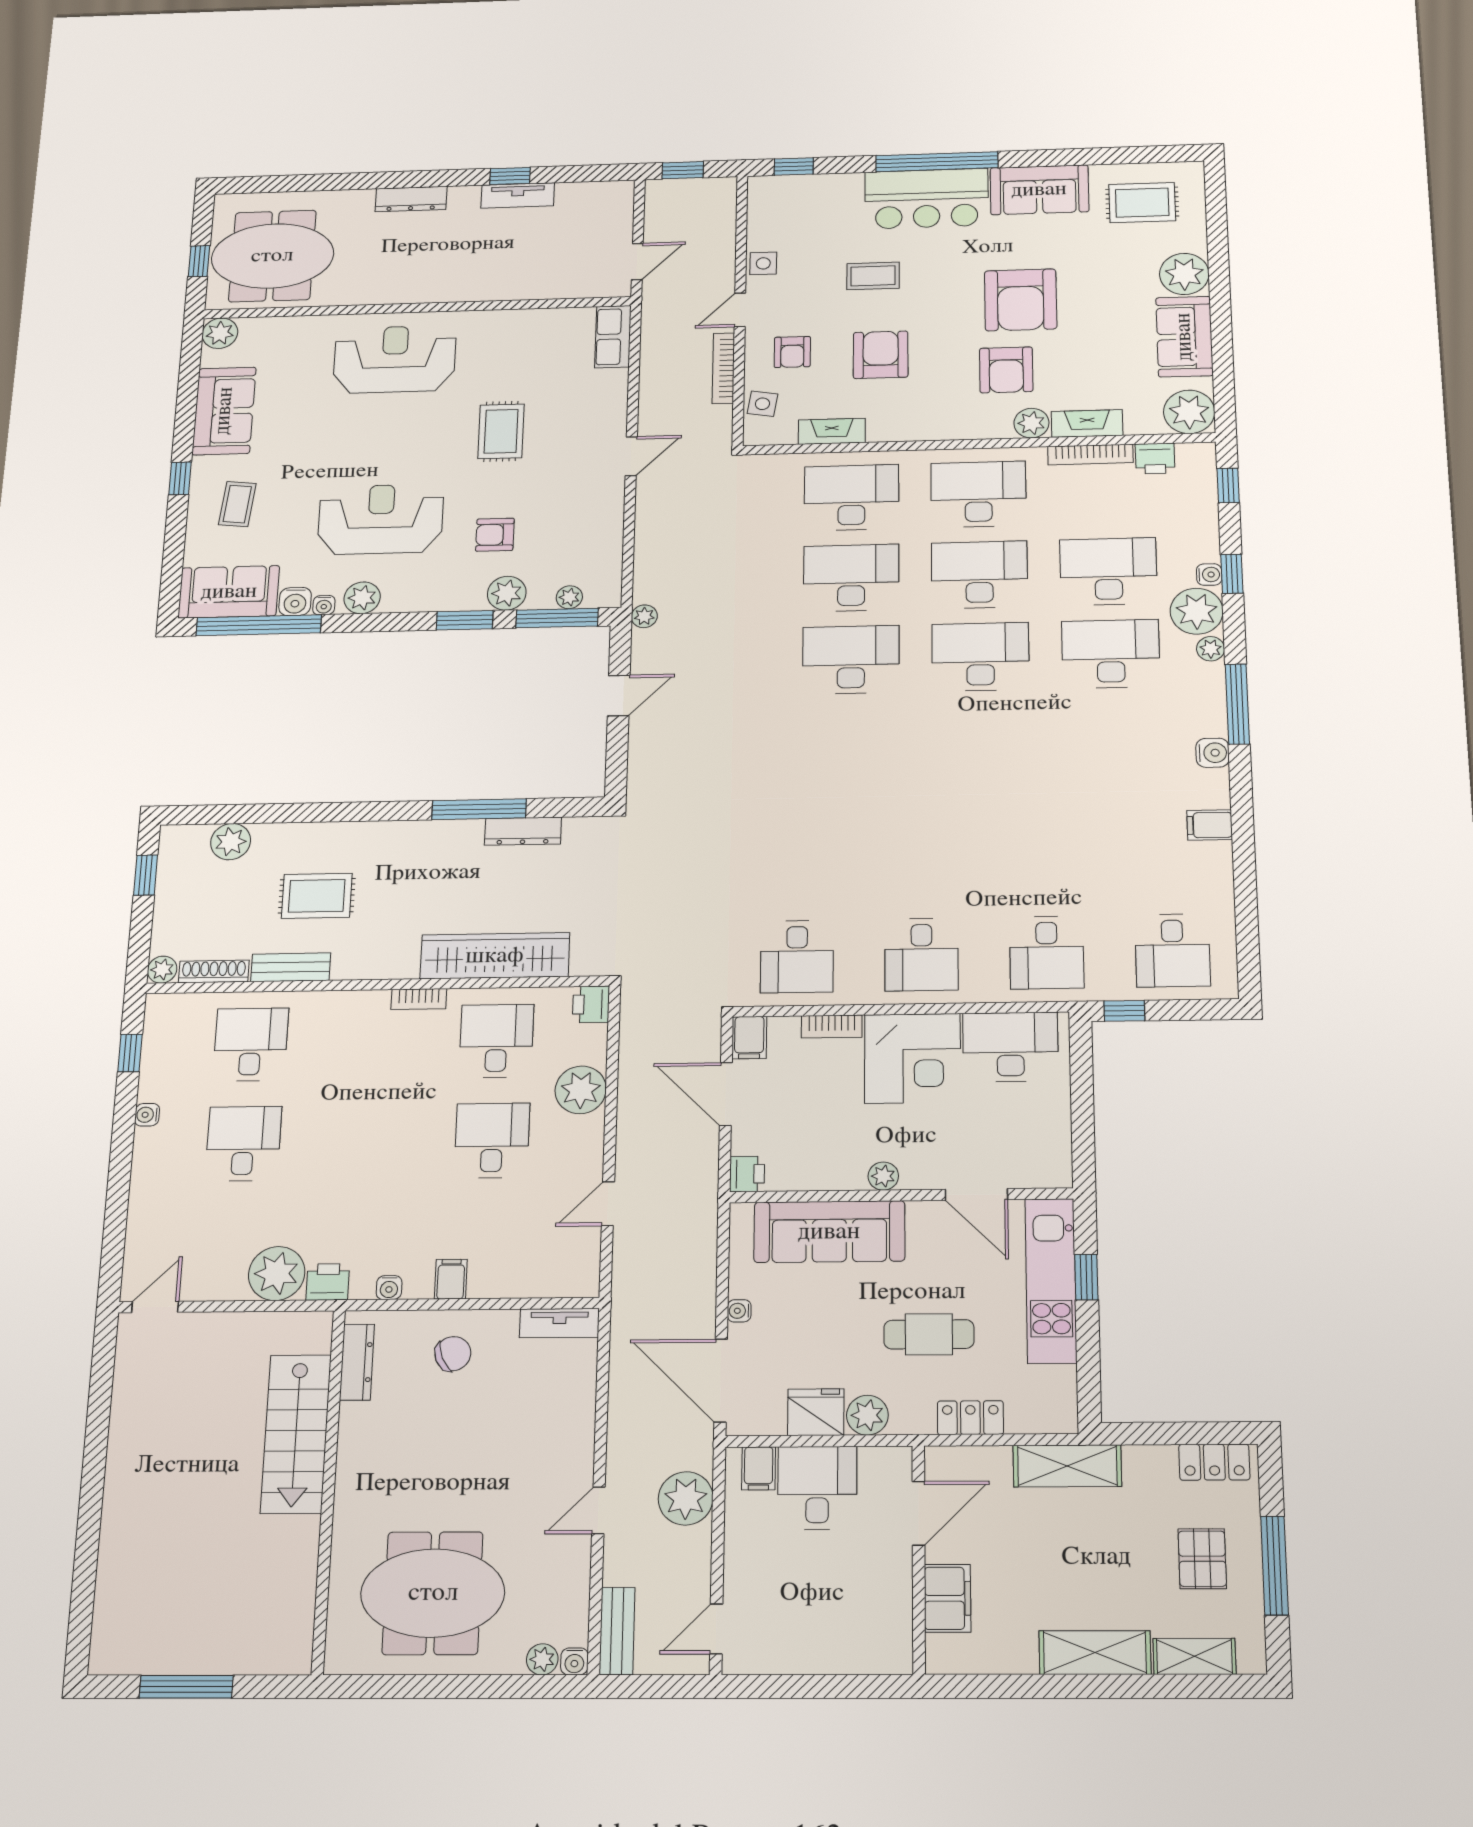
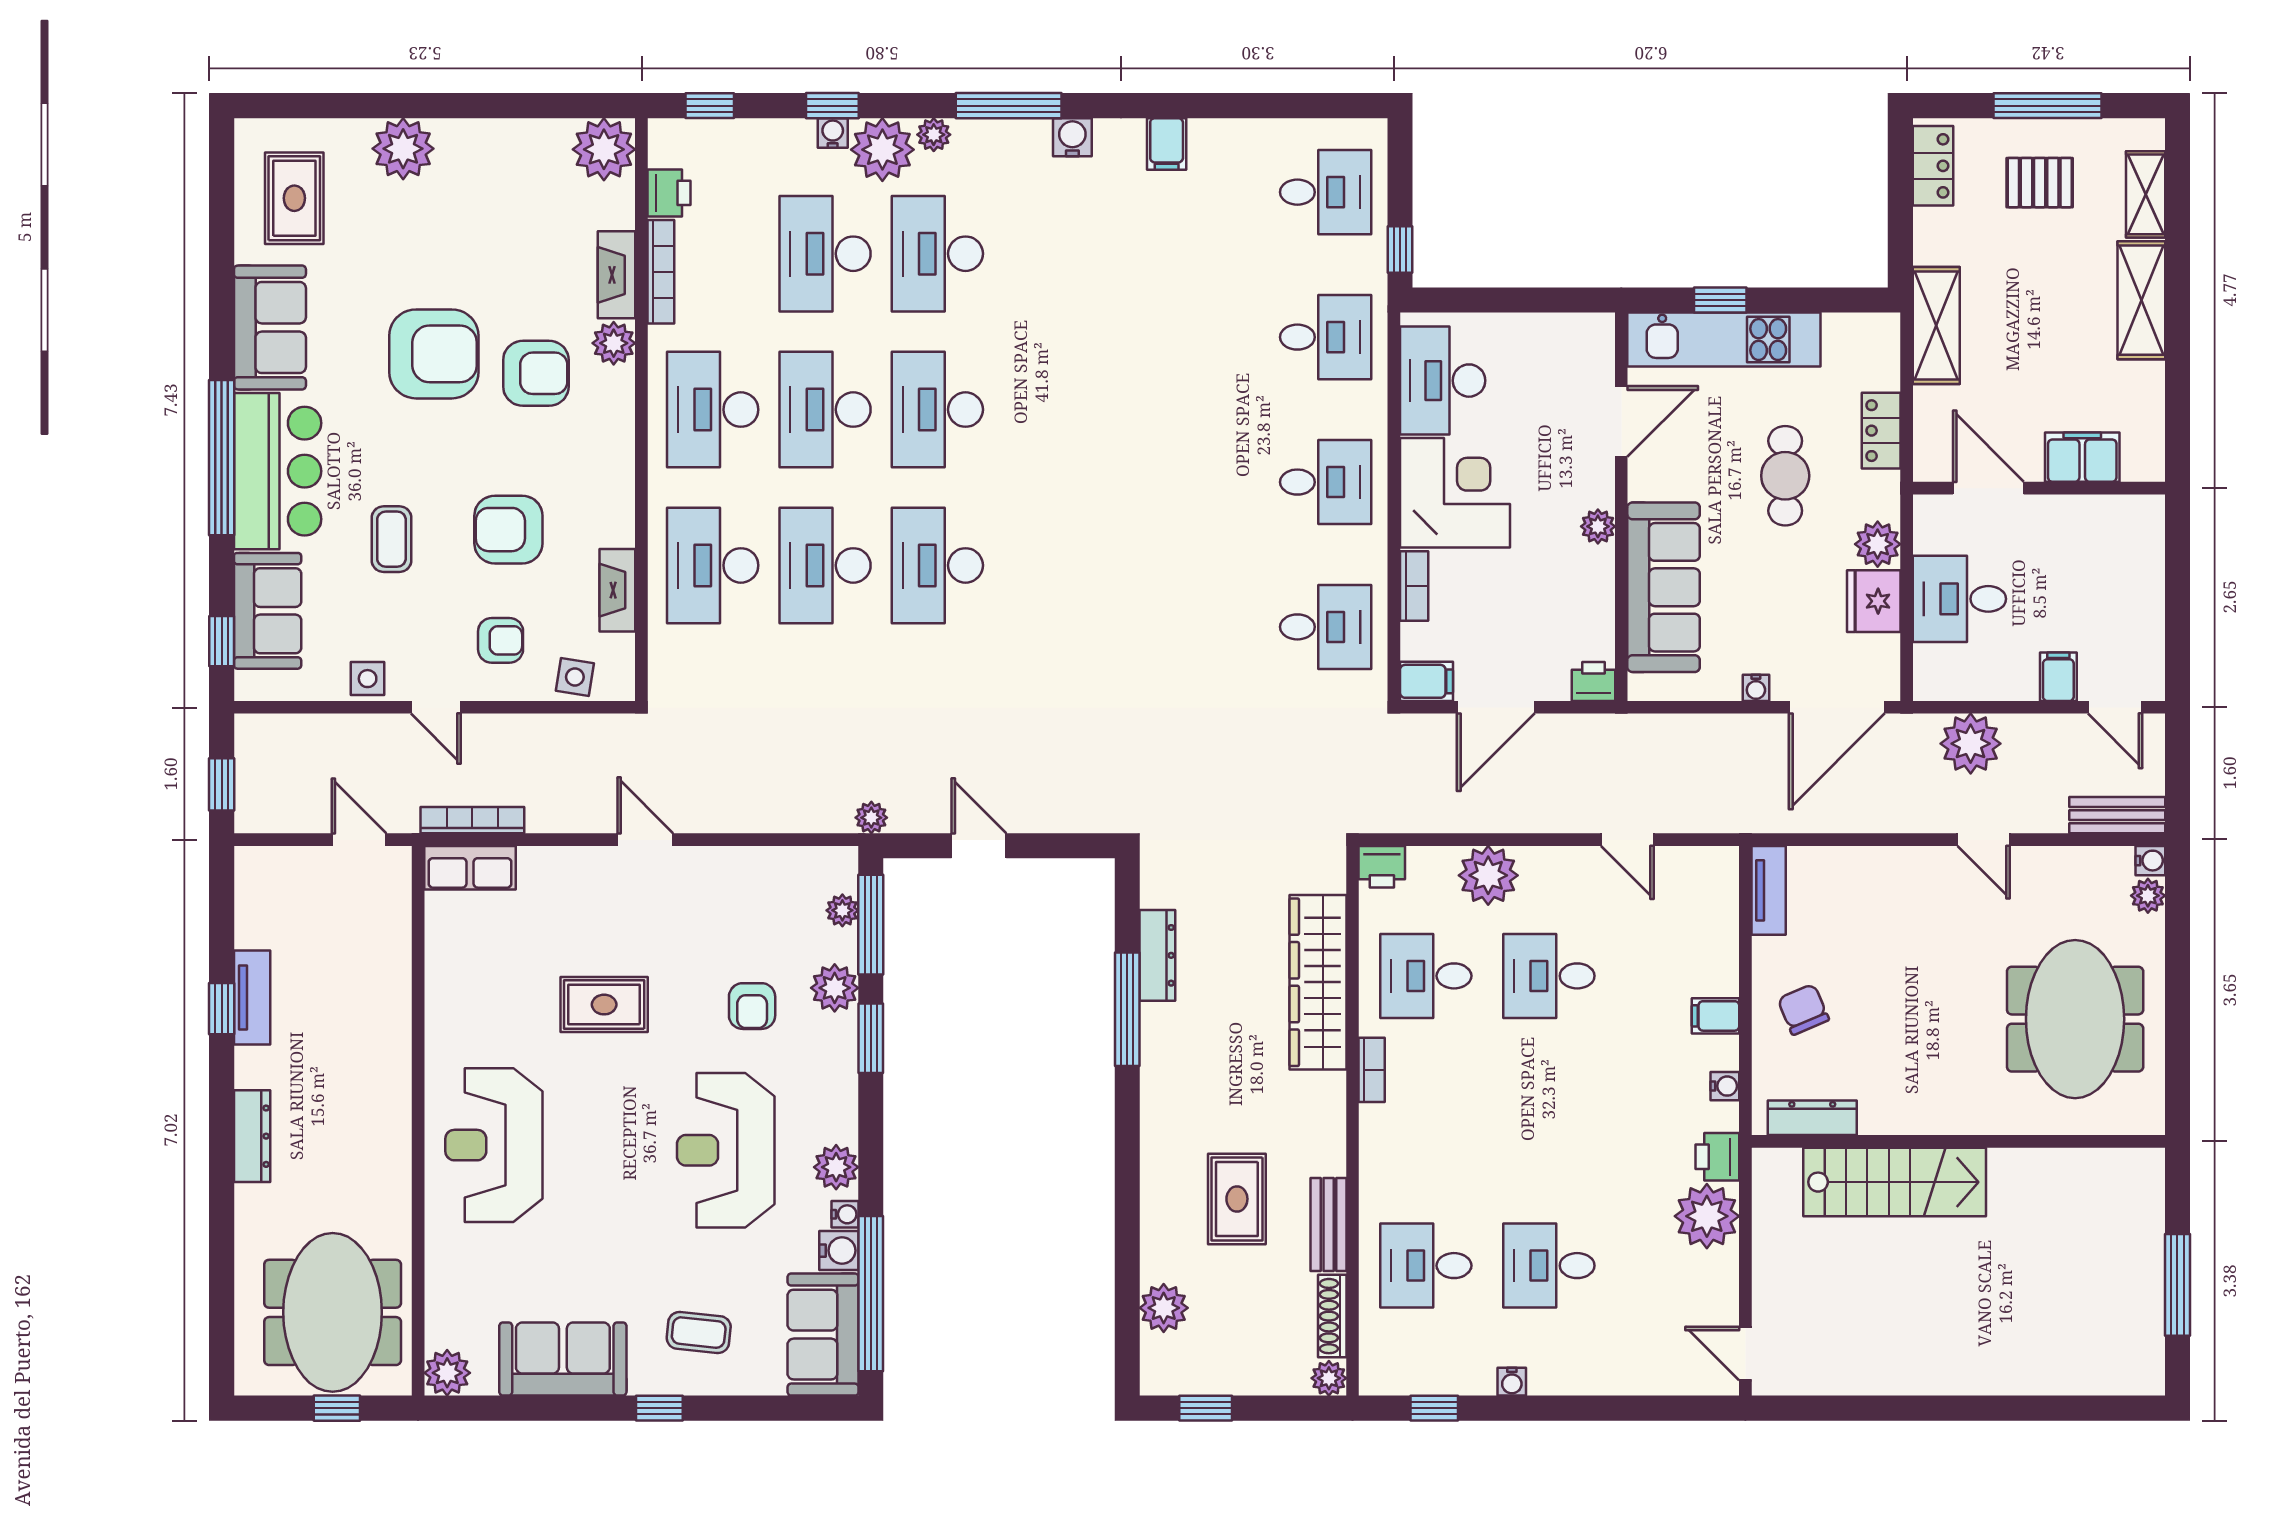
sofa: (1184, 337) -> (268, 611), moved, turned -90
bookcase: (723, 368) -> (472, 820), moved, turned 180
filing cabinet: (759, 1468) -> (2058, 677), moved, turned -90

